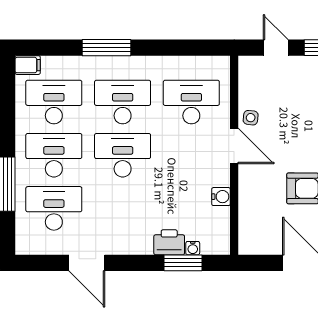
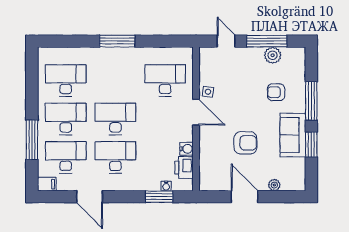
window: (107, 48) -> (117, 41), moved
filing cabinet: (28, 65) -> (47, 184), moved
desk: (123, 102) -> (115, 157), moved
printer: (169, 242) -> (184, 168), moved, turned -90

